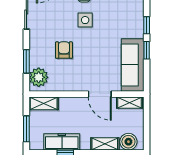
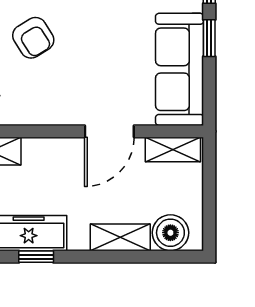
armchair: (64, 50) -> (33, 38), turned 148
door: (100, 94) -> (109, 131), hinge flipped

